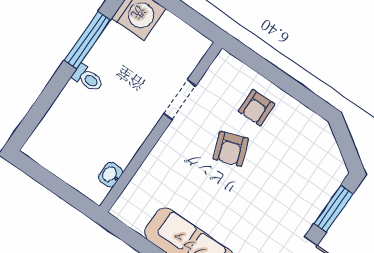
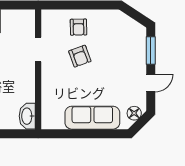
washbasin: (111, 175) -> (27, 116), width x1.91, depth x1.45

